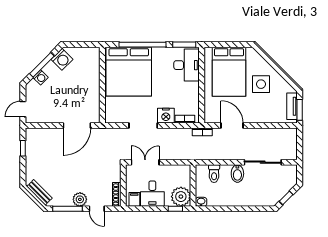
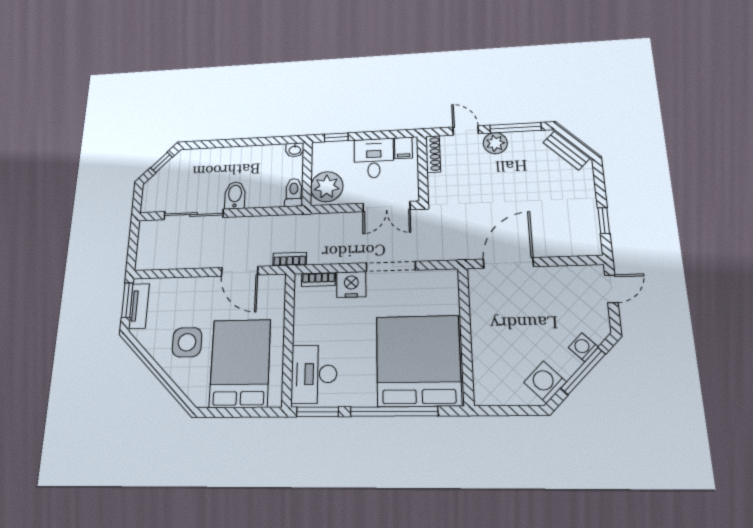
toilet: (214, 174) -> (294, 192), moved
plant: (181, 197) -> (327, 187), moved

